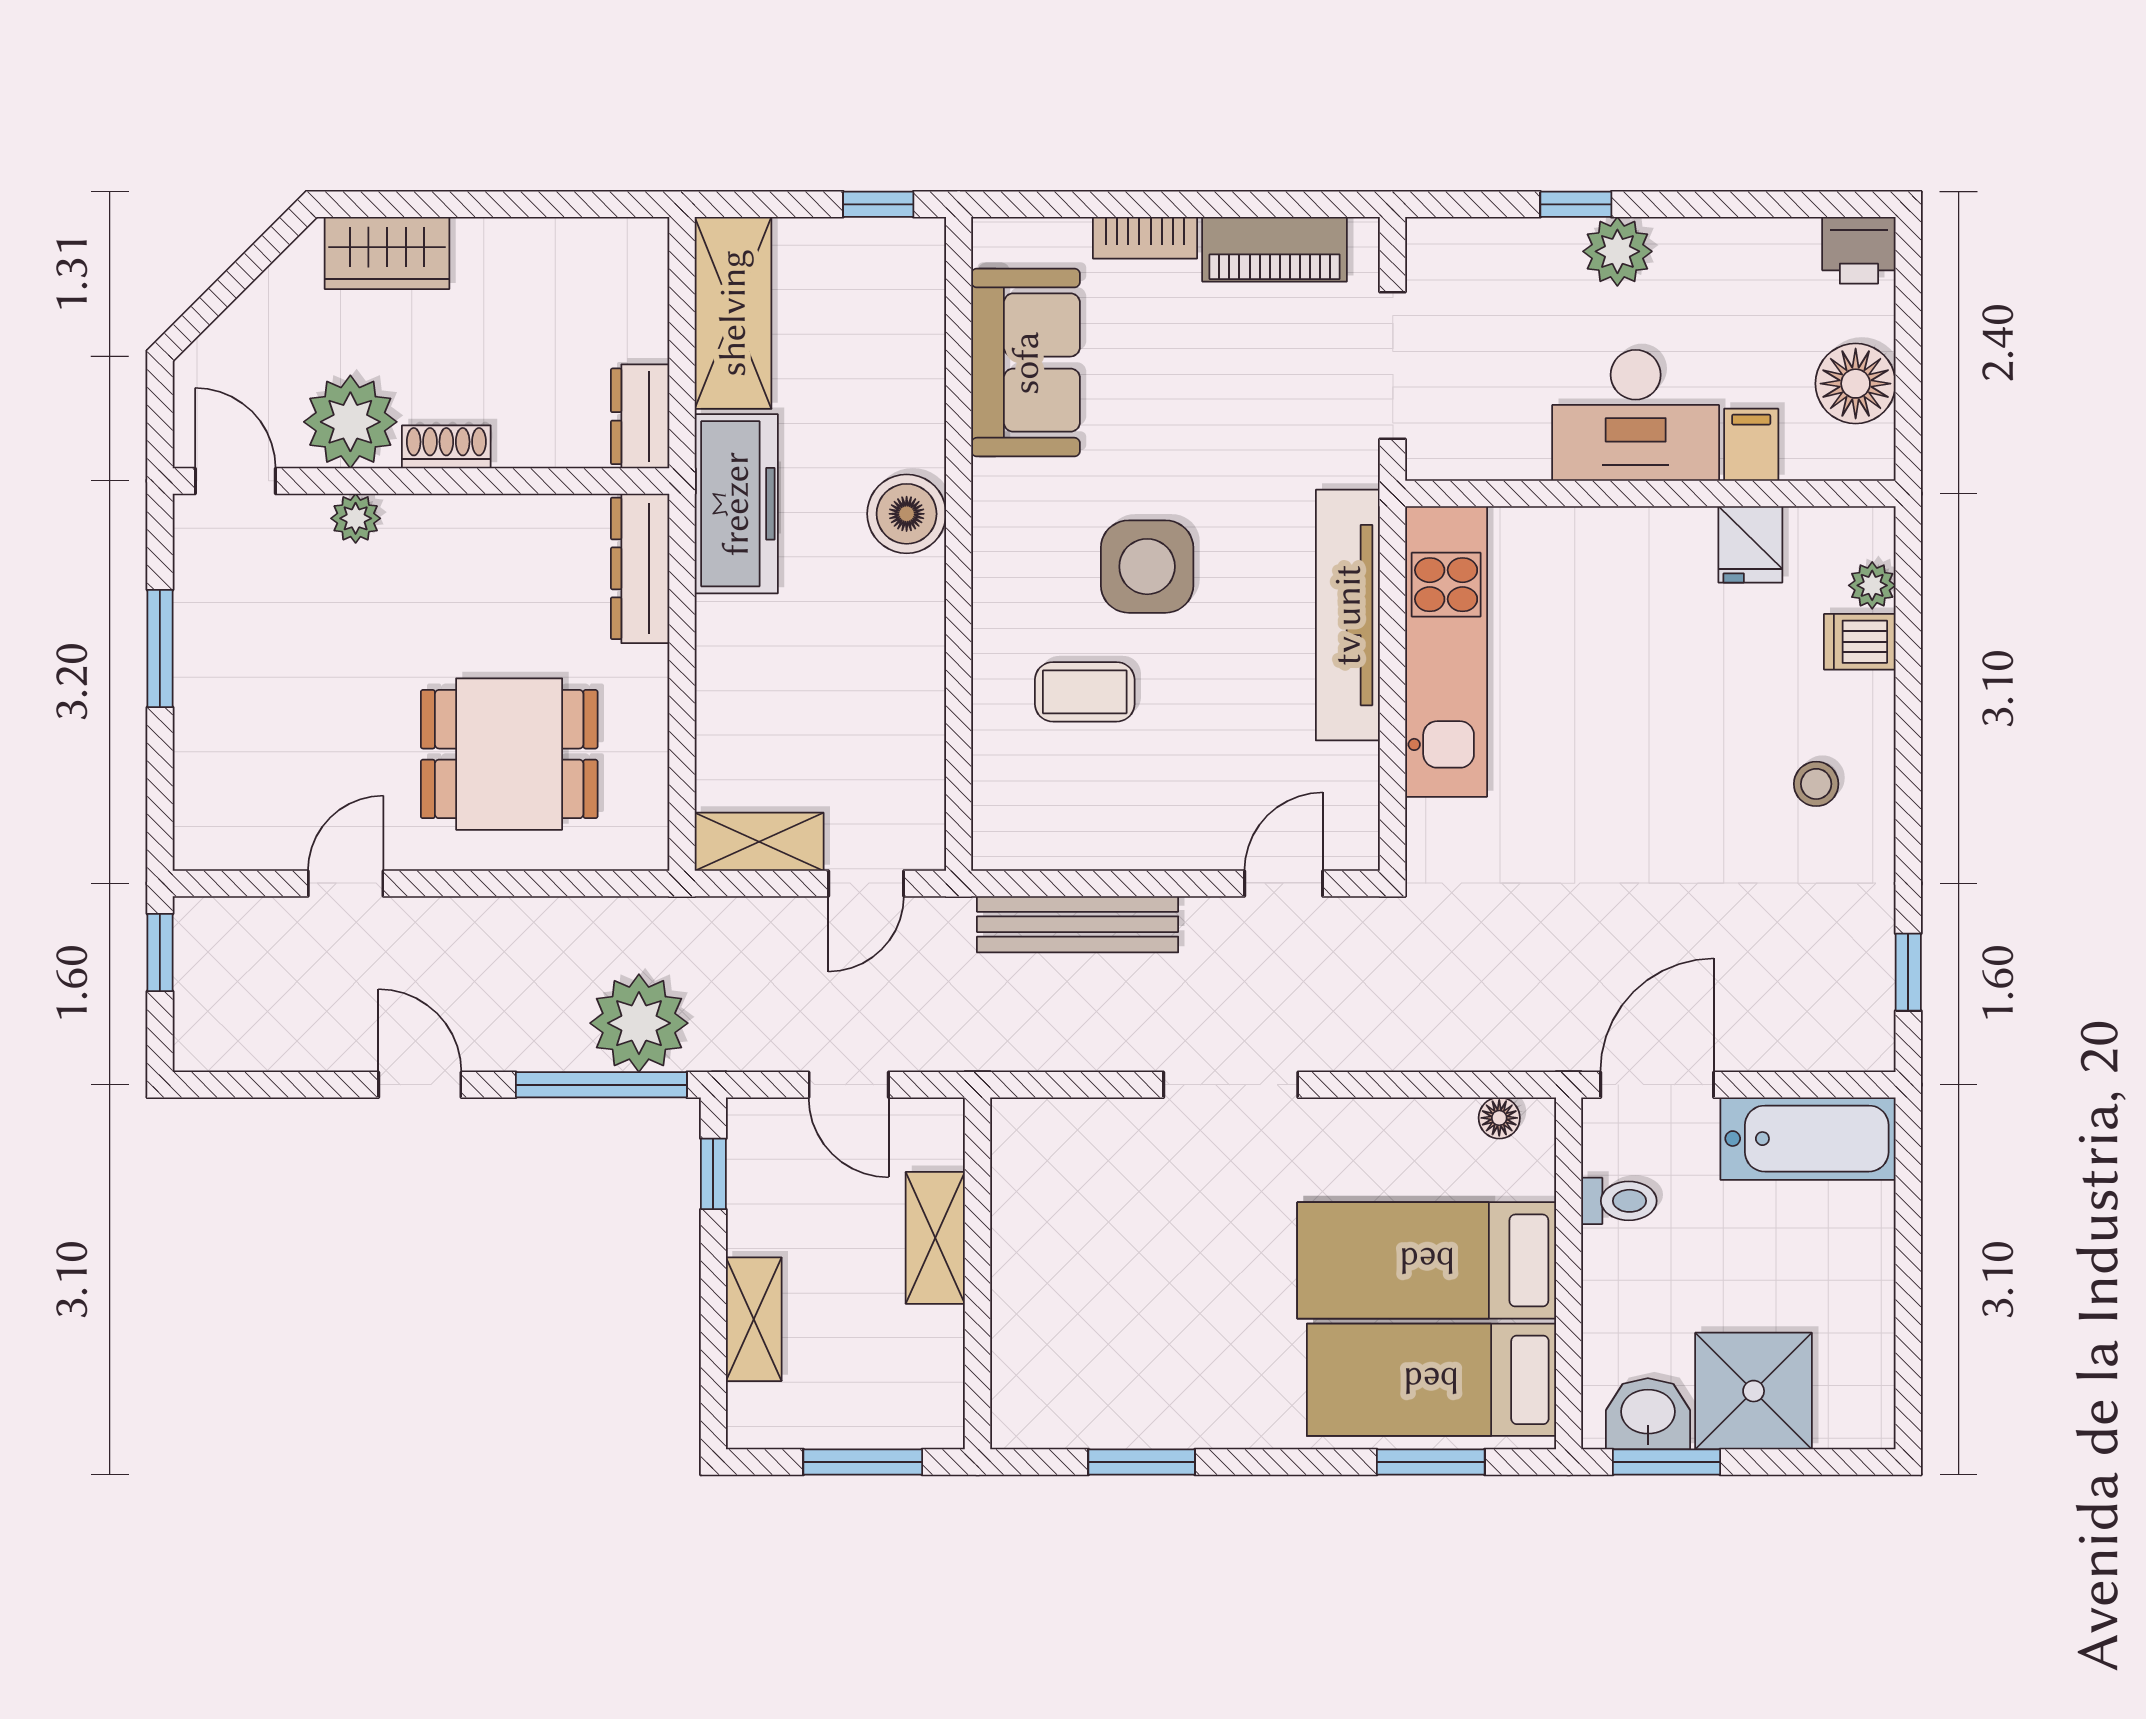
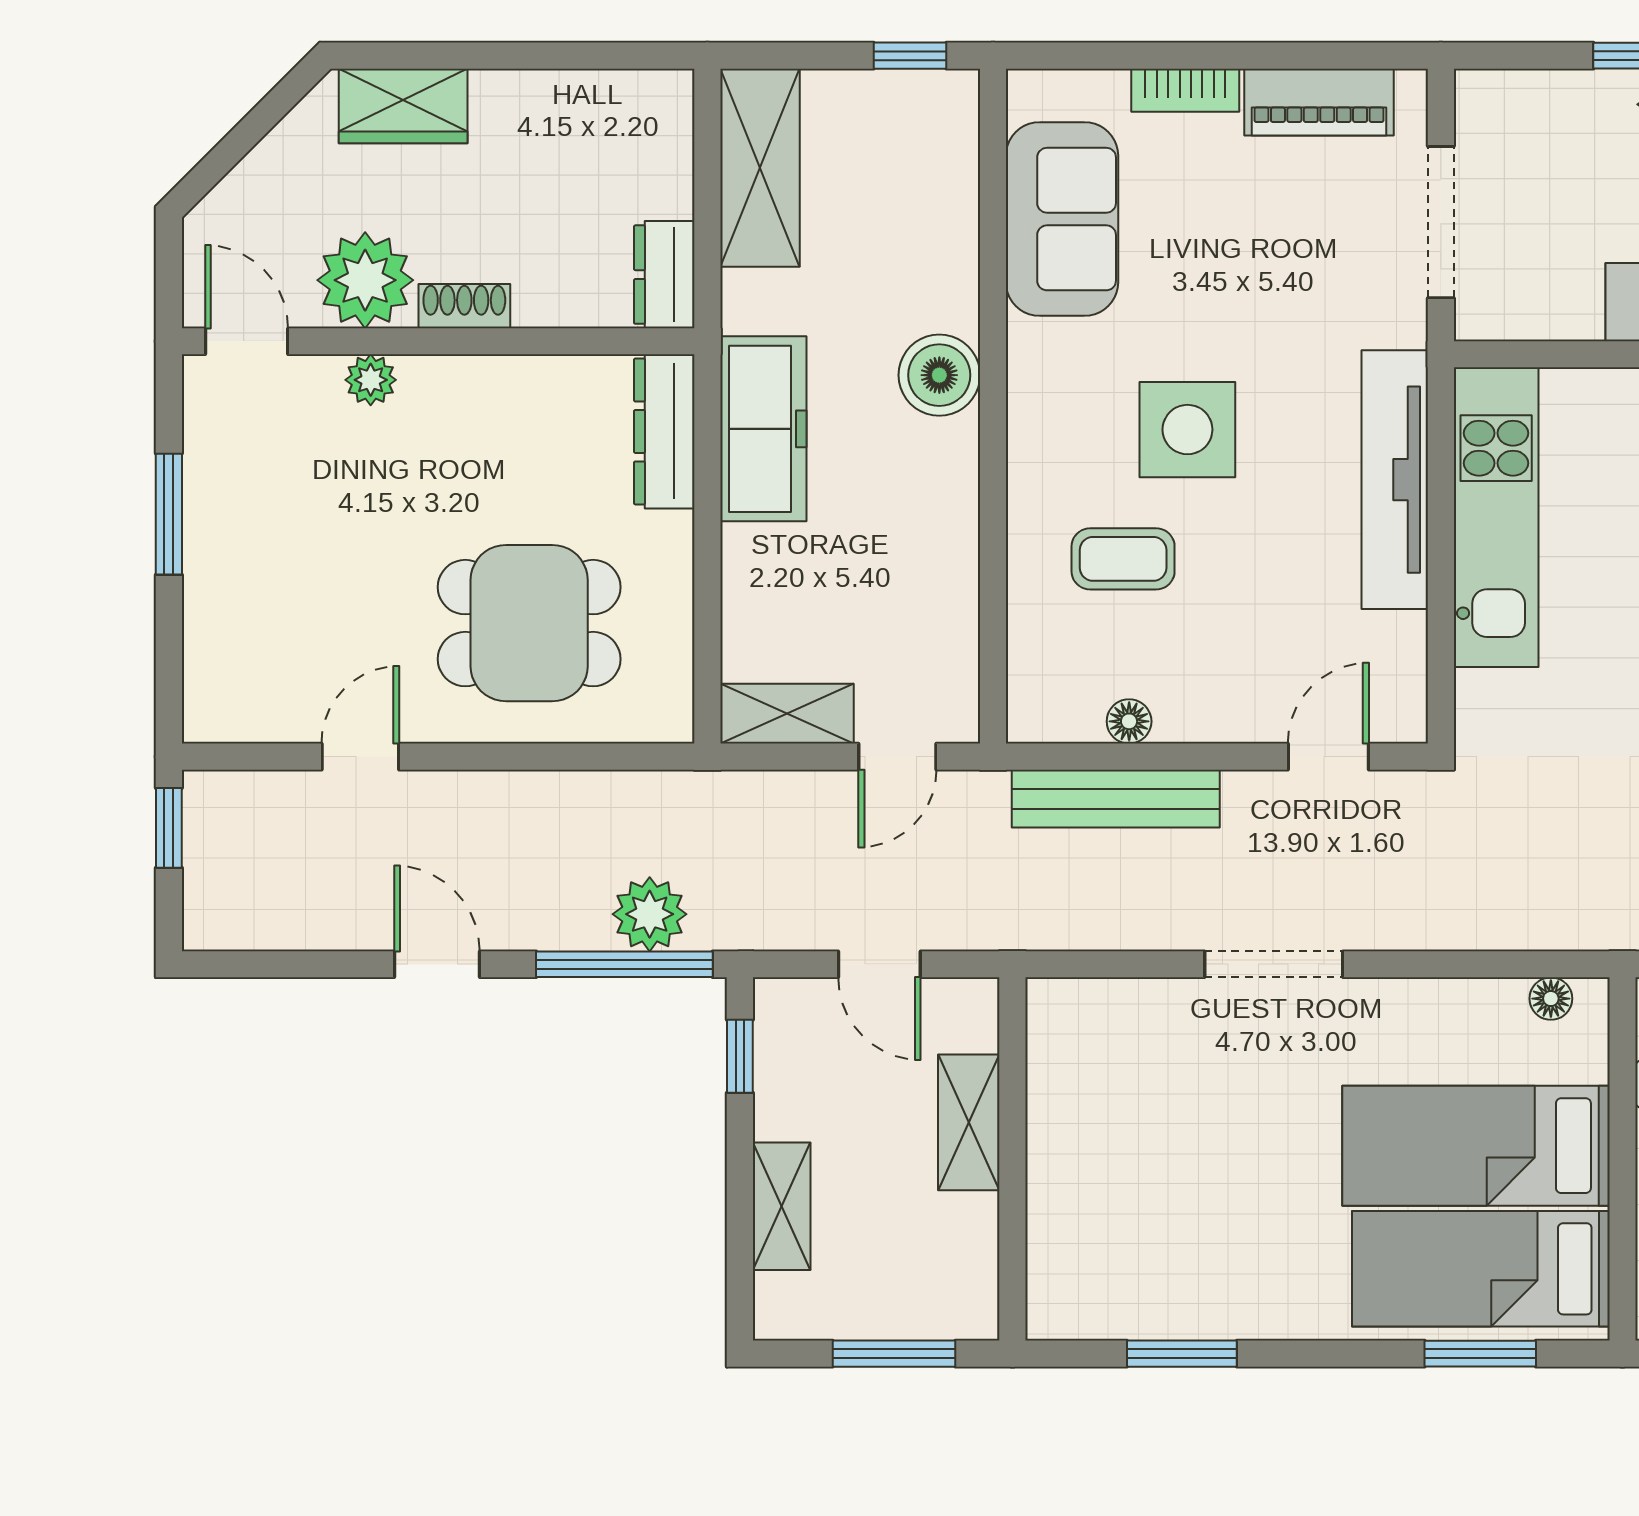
freezer: (736, 504) -> (763, 429), moved
floor lamp: (1091, 849) -> (1129, 721), added
plant: (639, 1023) -> (650, 914), width x0.73, depth x0.73

